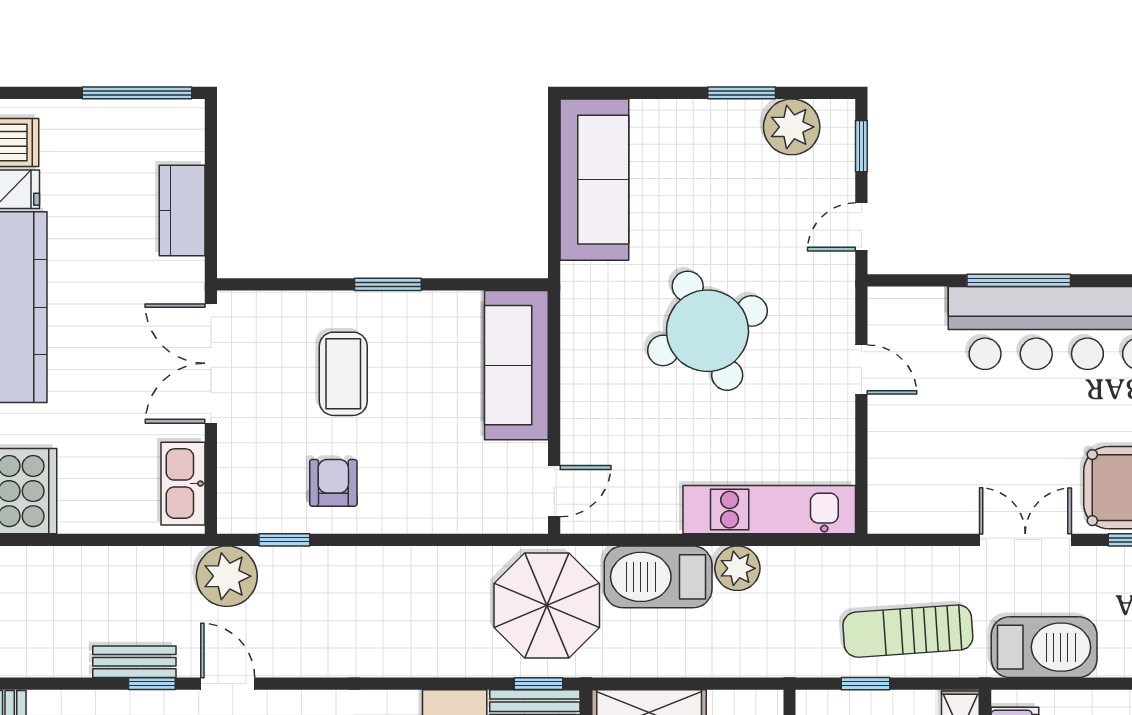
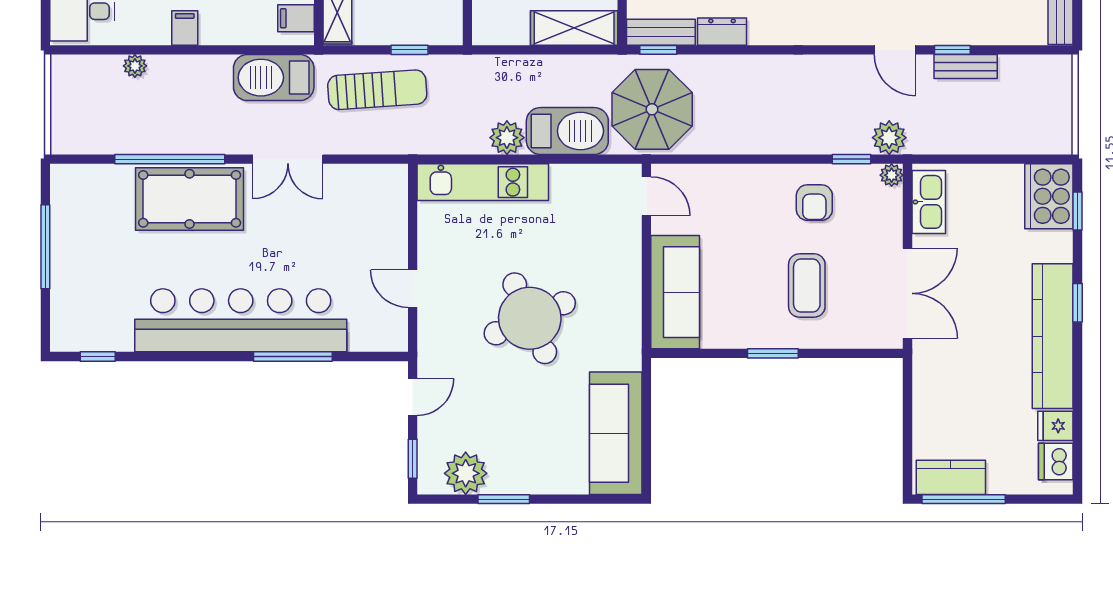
kitchen counter: (182, 211) -> (951, 477), moved, turned -90
door: (554, 491) -> (646, 196), swing flipped
plant: (232, 519) -> (892, 175), added
plant: (227, 576) -> (889, 138), width x0.73, depth x0.73

